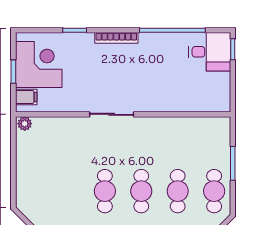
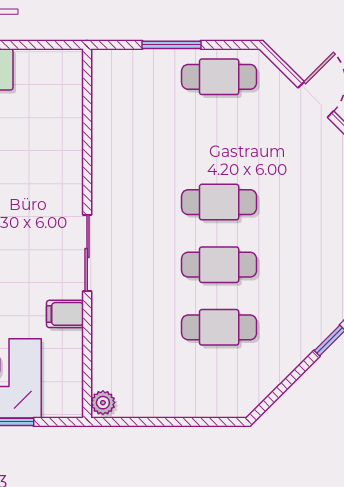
filing cabinet: (26, 97) -> (65, 314), moved, turned -90
cafe table: (178, 191) -> (219, 327), moved

